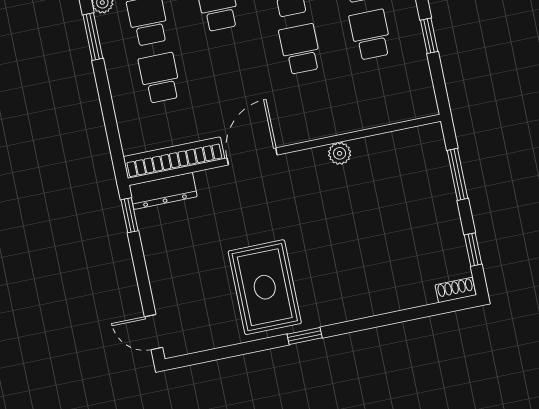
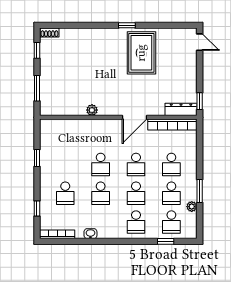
school desk: (370, 35) -> (136, 164), moved

